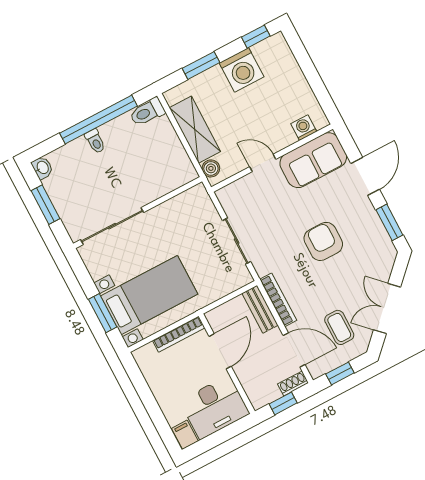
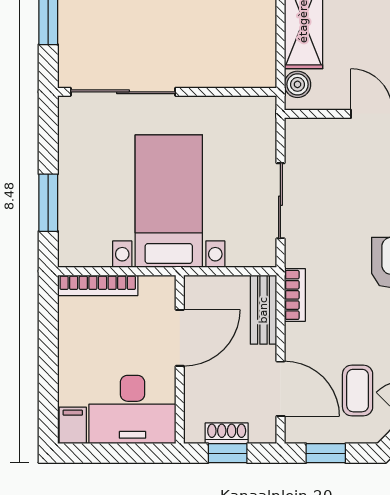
bed with nightstands: (149, 295) -> (169, 201), moved, turned -90
bookcase: (278, 300) -> (295, 295), width x0.64
bookcase: (179, 334) -> (98, 285), moved
shoe rack: (293, 383) -> (227, 433), moved

